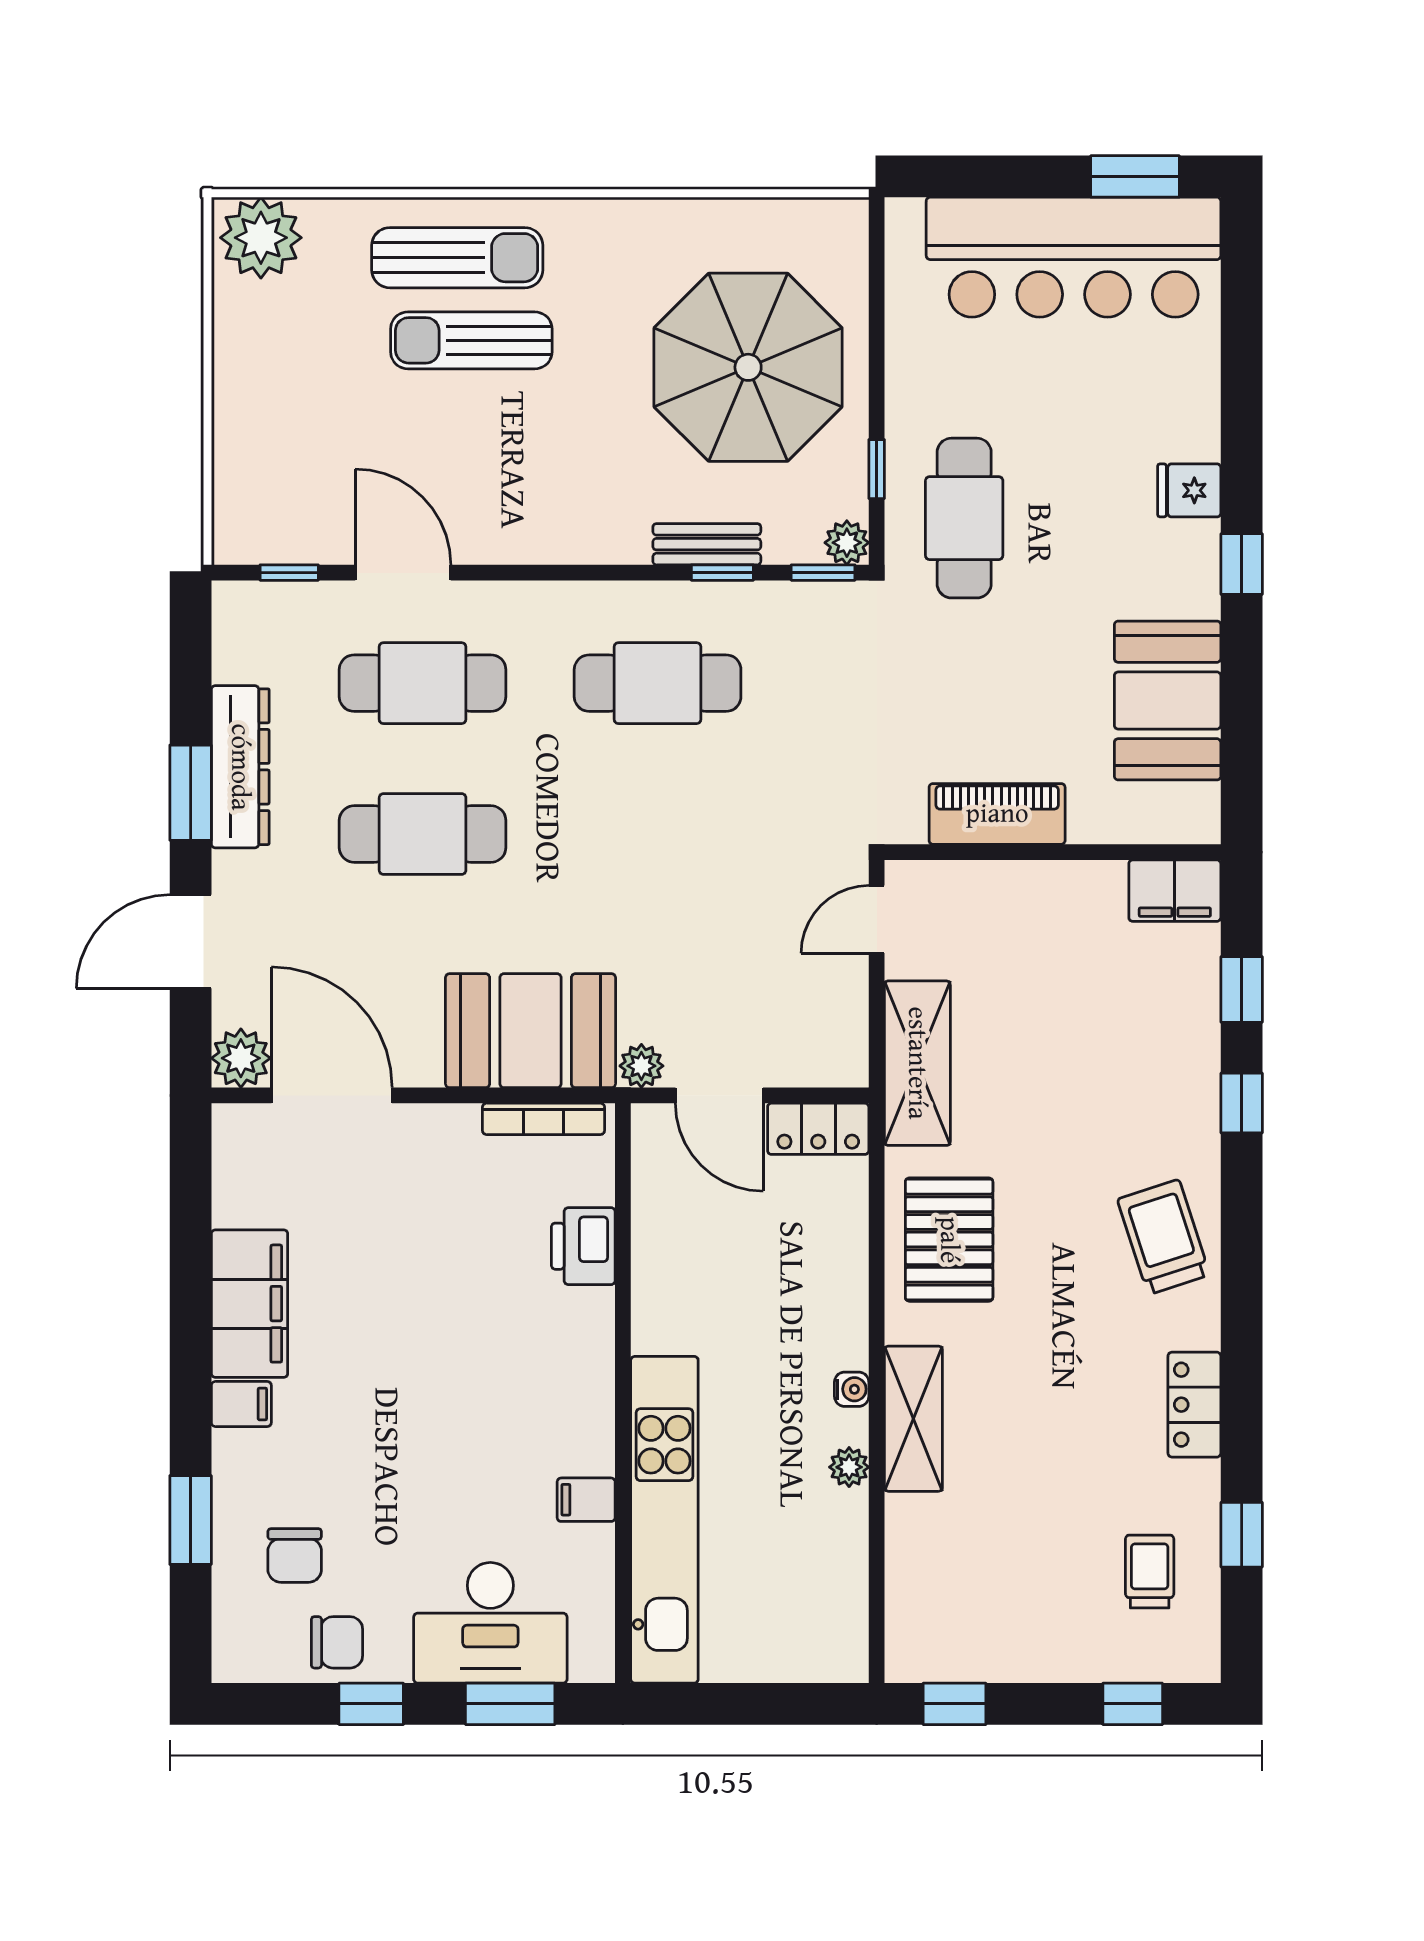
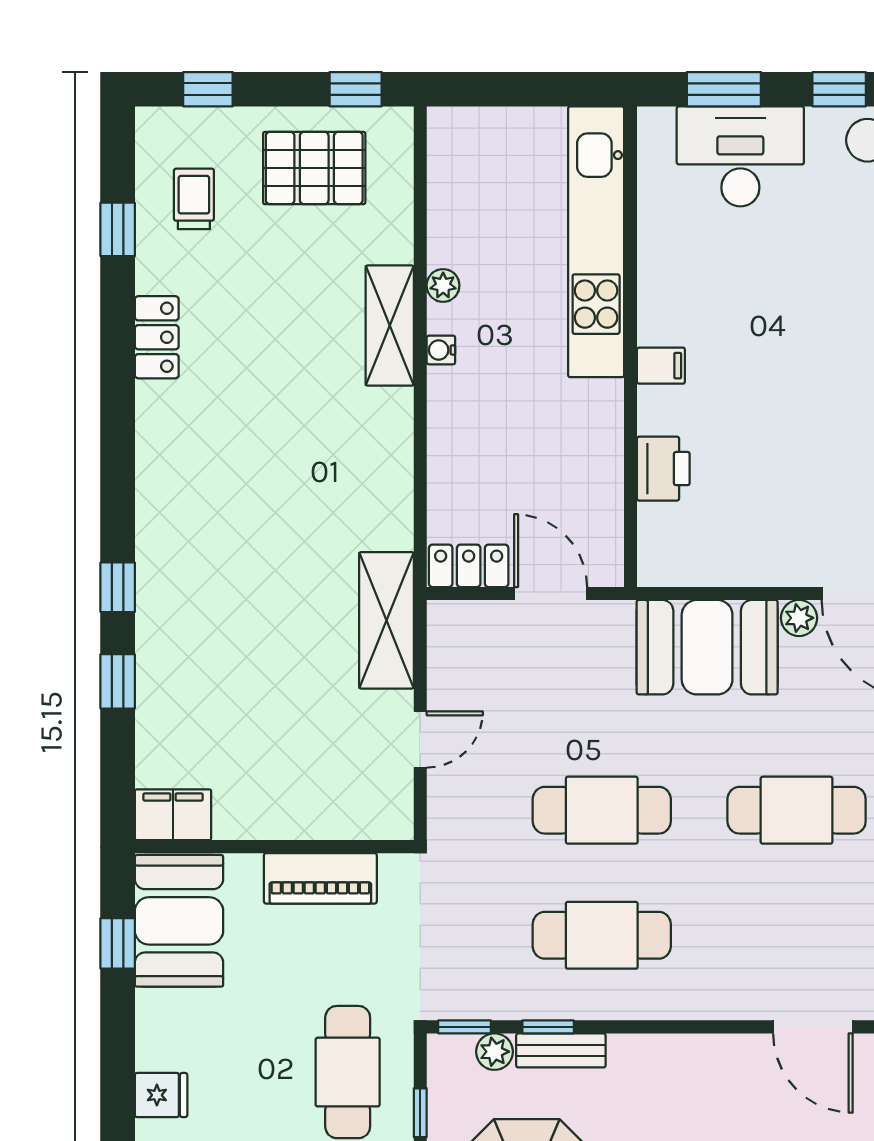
plant: (847, 543) -> (495, 1052), moved
window: (1242, 564) -> (118, 943), moved
cafe table: (423, 683) -> (602, 810), moved
piano: (997, 814) -> (320, 878), moved
wall: (1053, 852) -> (274, 847), moved
filing cabinet: (1175, 891) -> (173, 815), moved
plant: (641, 1066) -> (799, 618), moved
bookcase: (543, 1119) -> (696, 574), removed
trolley: (1164, 1237) -> (182, 476), removed
pallet: (949, 1240) -> (314, 168), moved, turned 90
filing cabinet: (586, 1500) -> (661, 366), moved
trolley: (1150, 1571) -> (194, 199), turned 180

